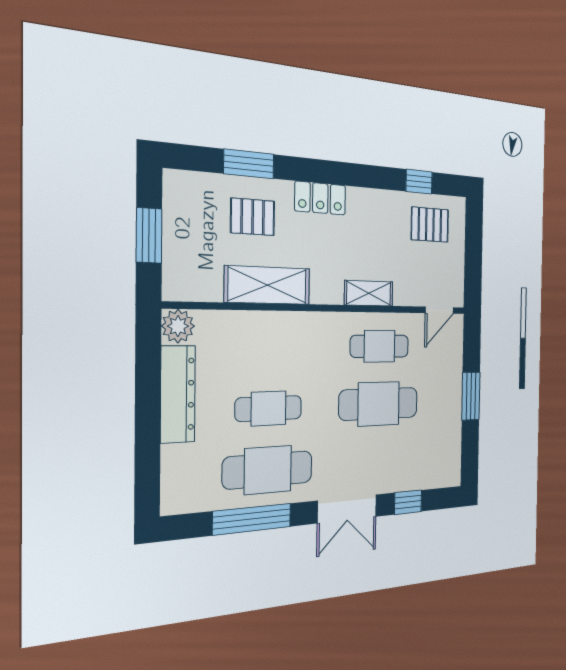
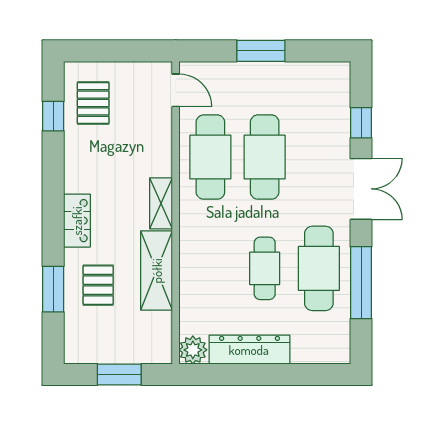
shelving: (369, 293) -> (161, 203), moved
cafe table: (379, 346) -> (210, 157), width x1.37, depth x1.35

